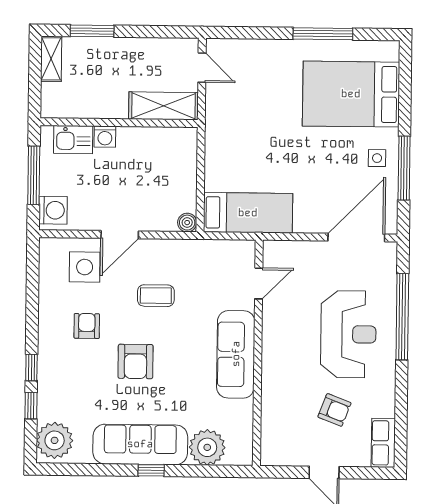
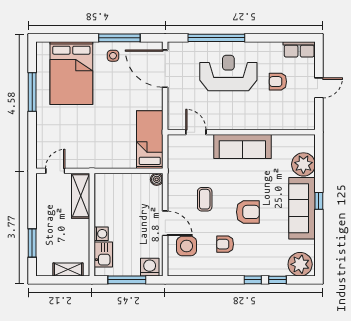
shelving: (51, 59) -> (68, 270), moved
armchair: (334, 410) -> (278, 82), turned -111

